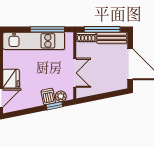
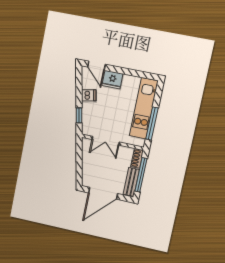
plant: (61, 96) -> (87, 123), removed
dishwasher: (48, 97) -> (89, 95), moved

